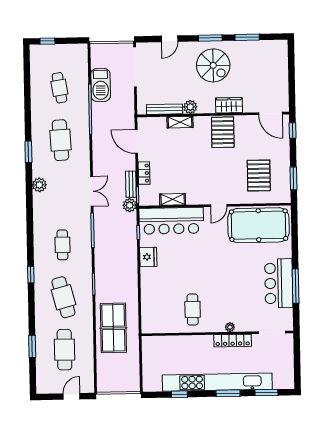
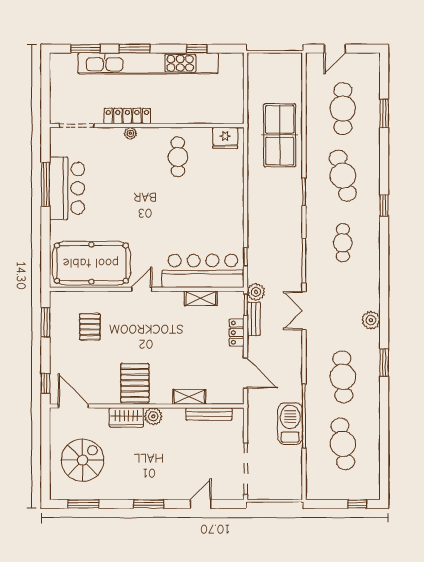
window: (247, 37) -> (83, 504), moved
spiral stairs: (213, 65) -> (83, 460), moved, turned 90
barbecue: (101, 85) -> (290, 424), moved
cafe table: (59, 88) -> (343, 444), width x1.37, depth x1.35
plant: (190, 107) -> (153, 416), moved
pallet: (259, 175) -> (90, 327), width x0.67, depth x0.71
fridge: (148, 257) -> (225, 138), moved, turned -90

